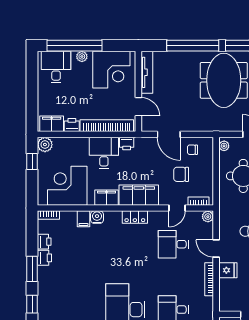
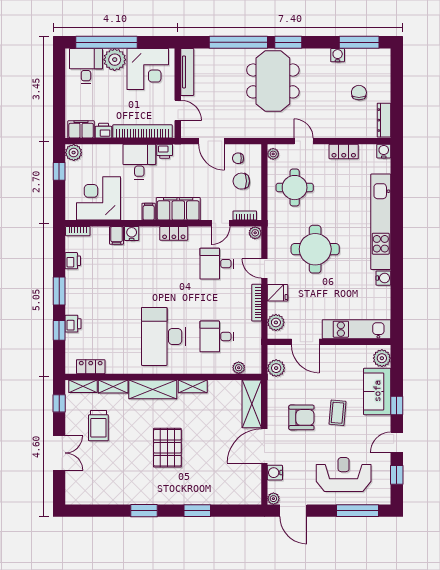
plant: (82, 56) -> (115, 60), width x1.88, depth x1.88
chair: (181, 174) -> (241, 181), moved
filing cabinet: (106, 198) -> (149, 212), width x0.50
printer: (44, 258) -> (73, 324), moved
plant: (226, 297) -> (276, 322), added

